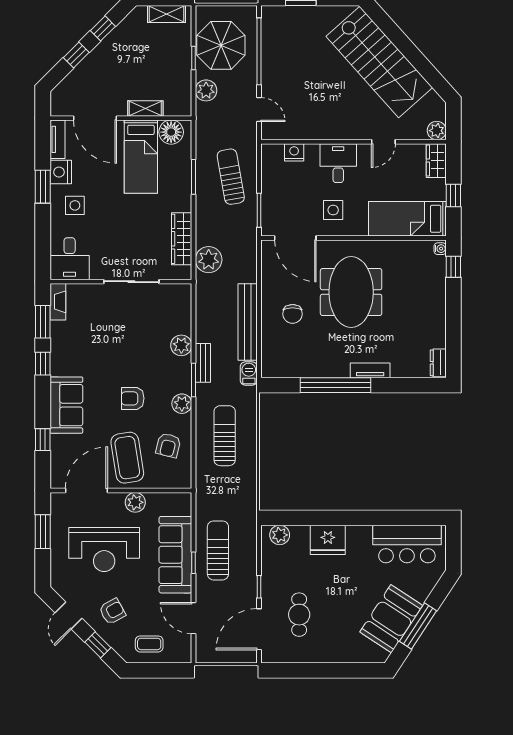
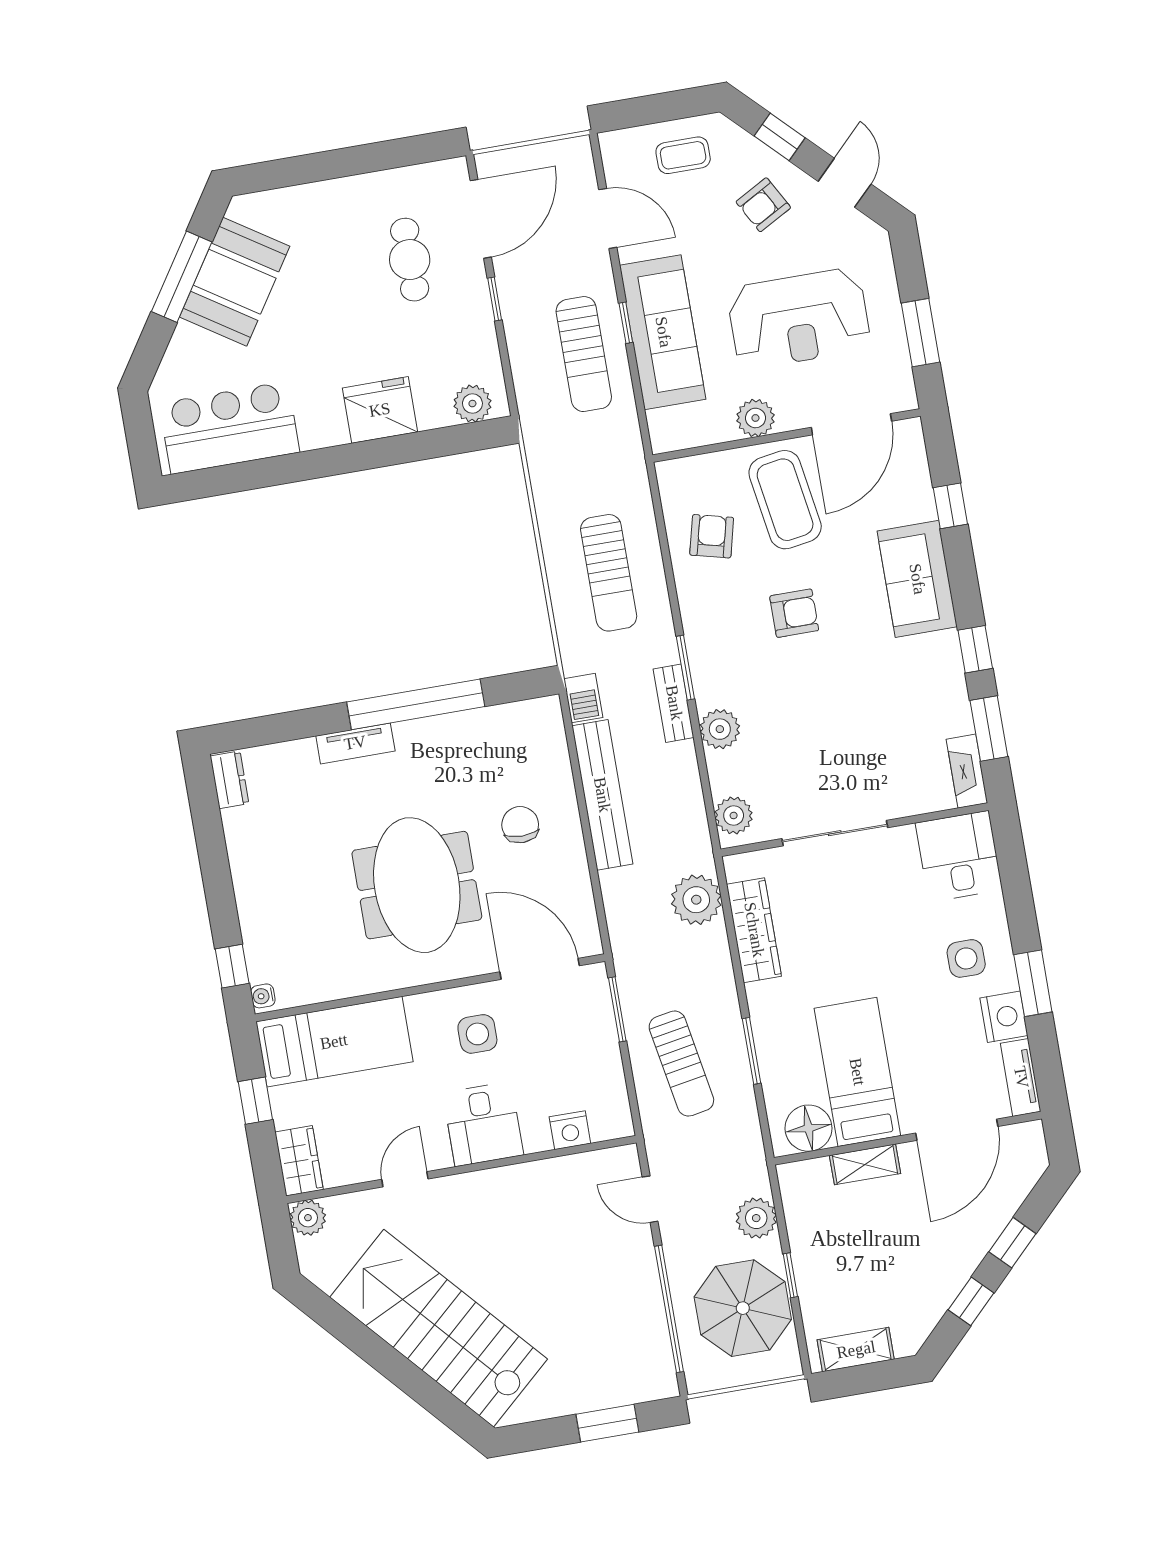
door: (95, 118) -> (957, 1130), swing flipped
plant: (182, 404) -> (734, 815), moved
reception desk: (104, 550) -> (799, 319), turned 180

